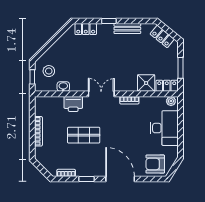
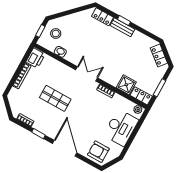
bench: (127, 29) -> (123, 27), moved
printer: (73, 104) -> (35, 58), moved, turned -90

